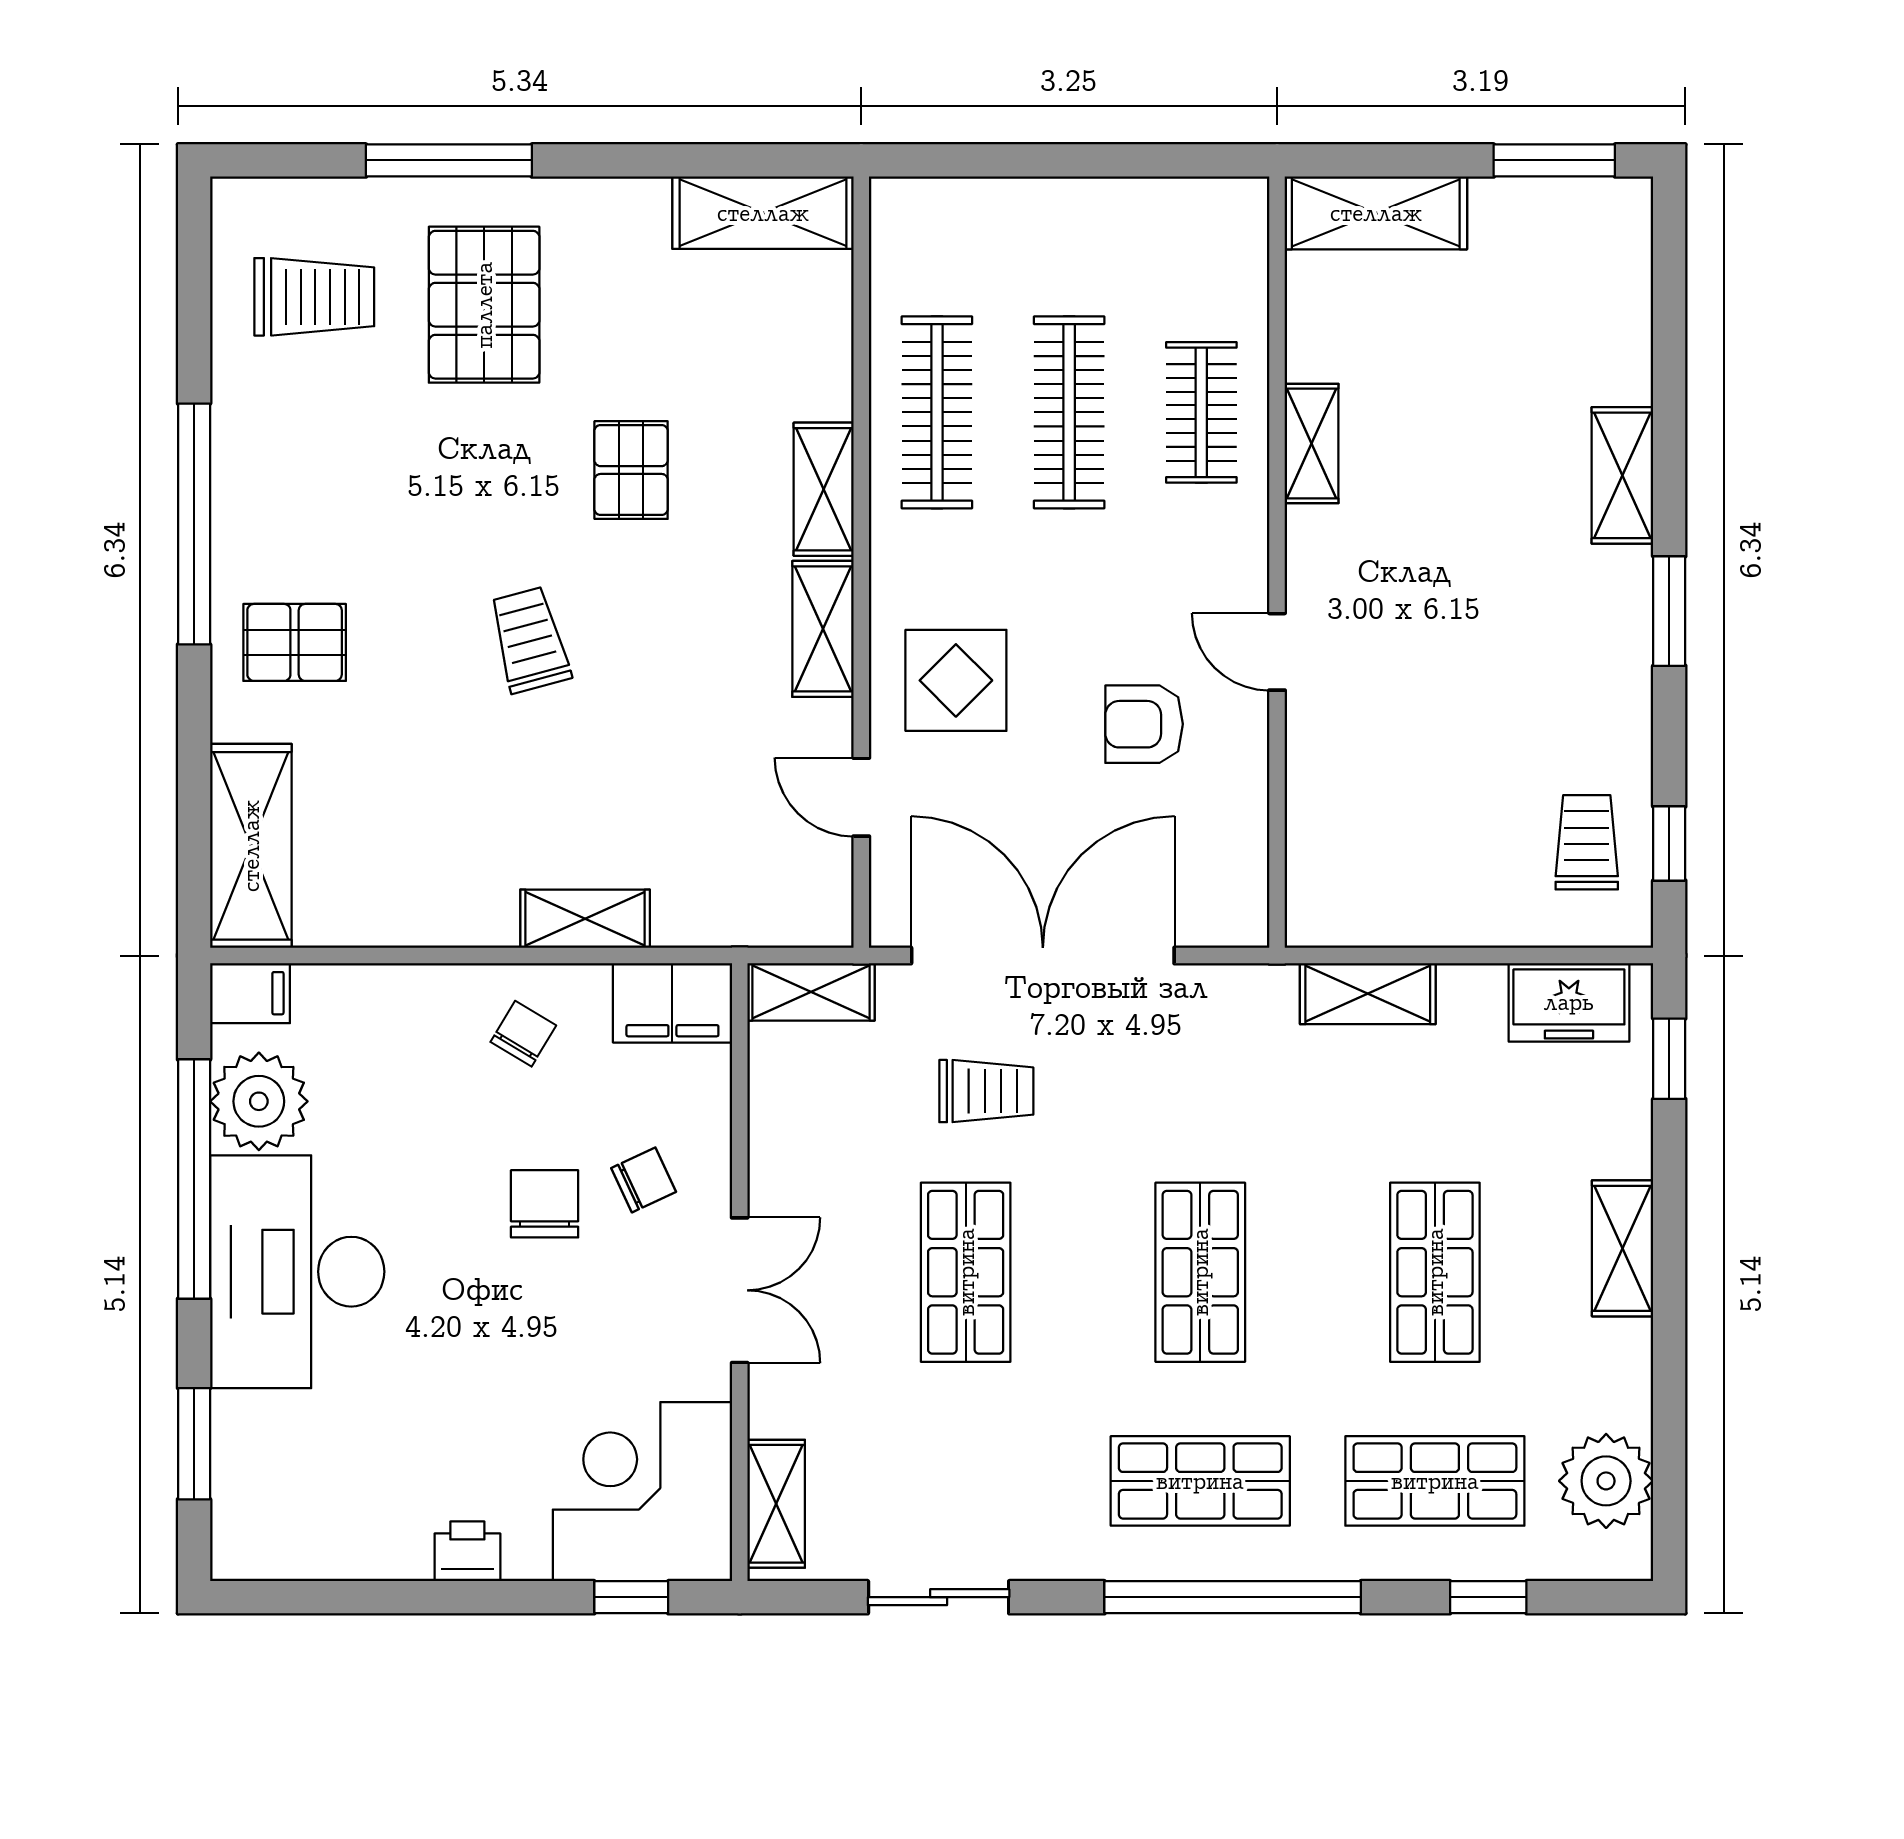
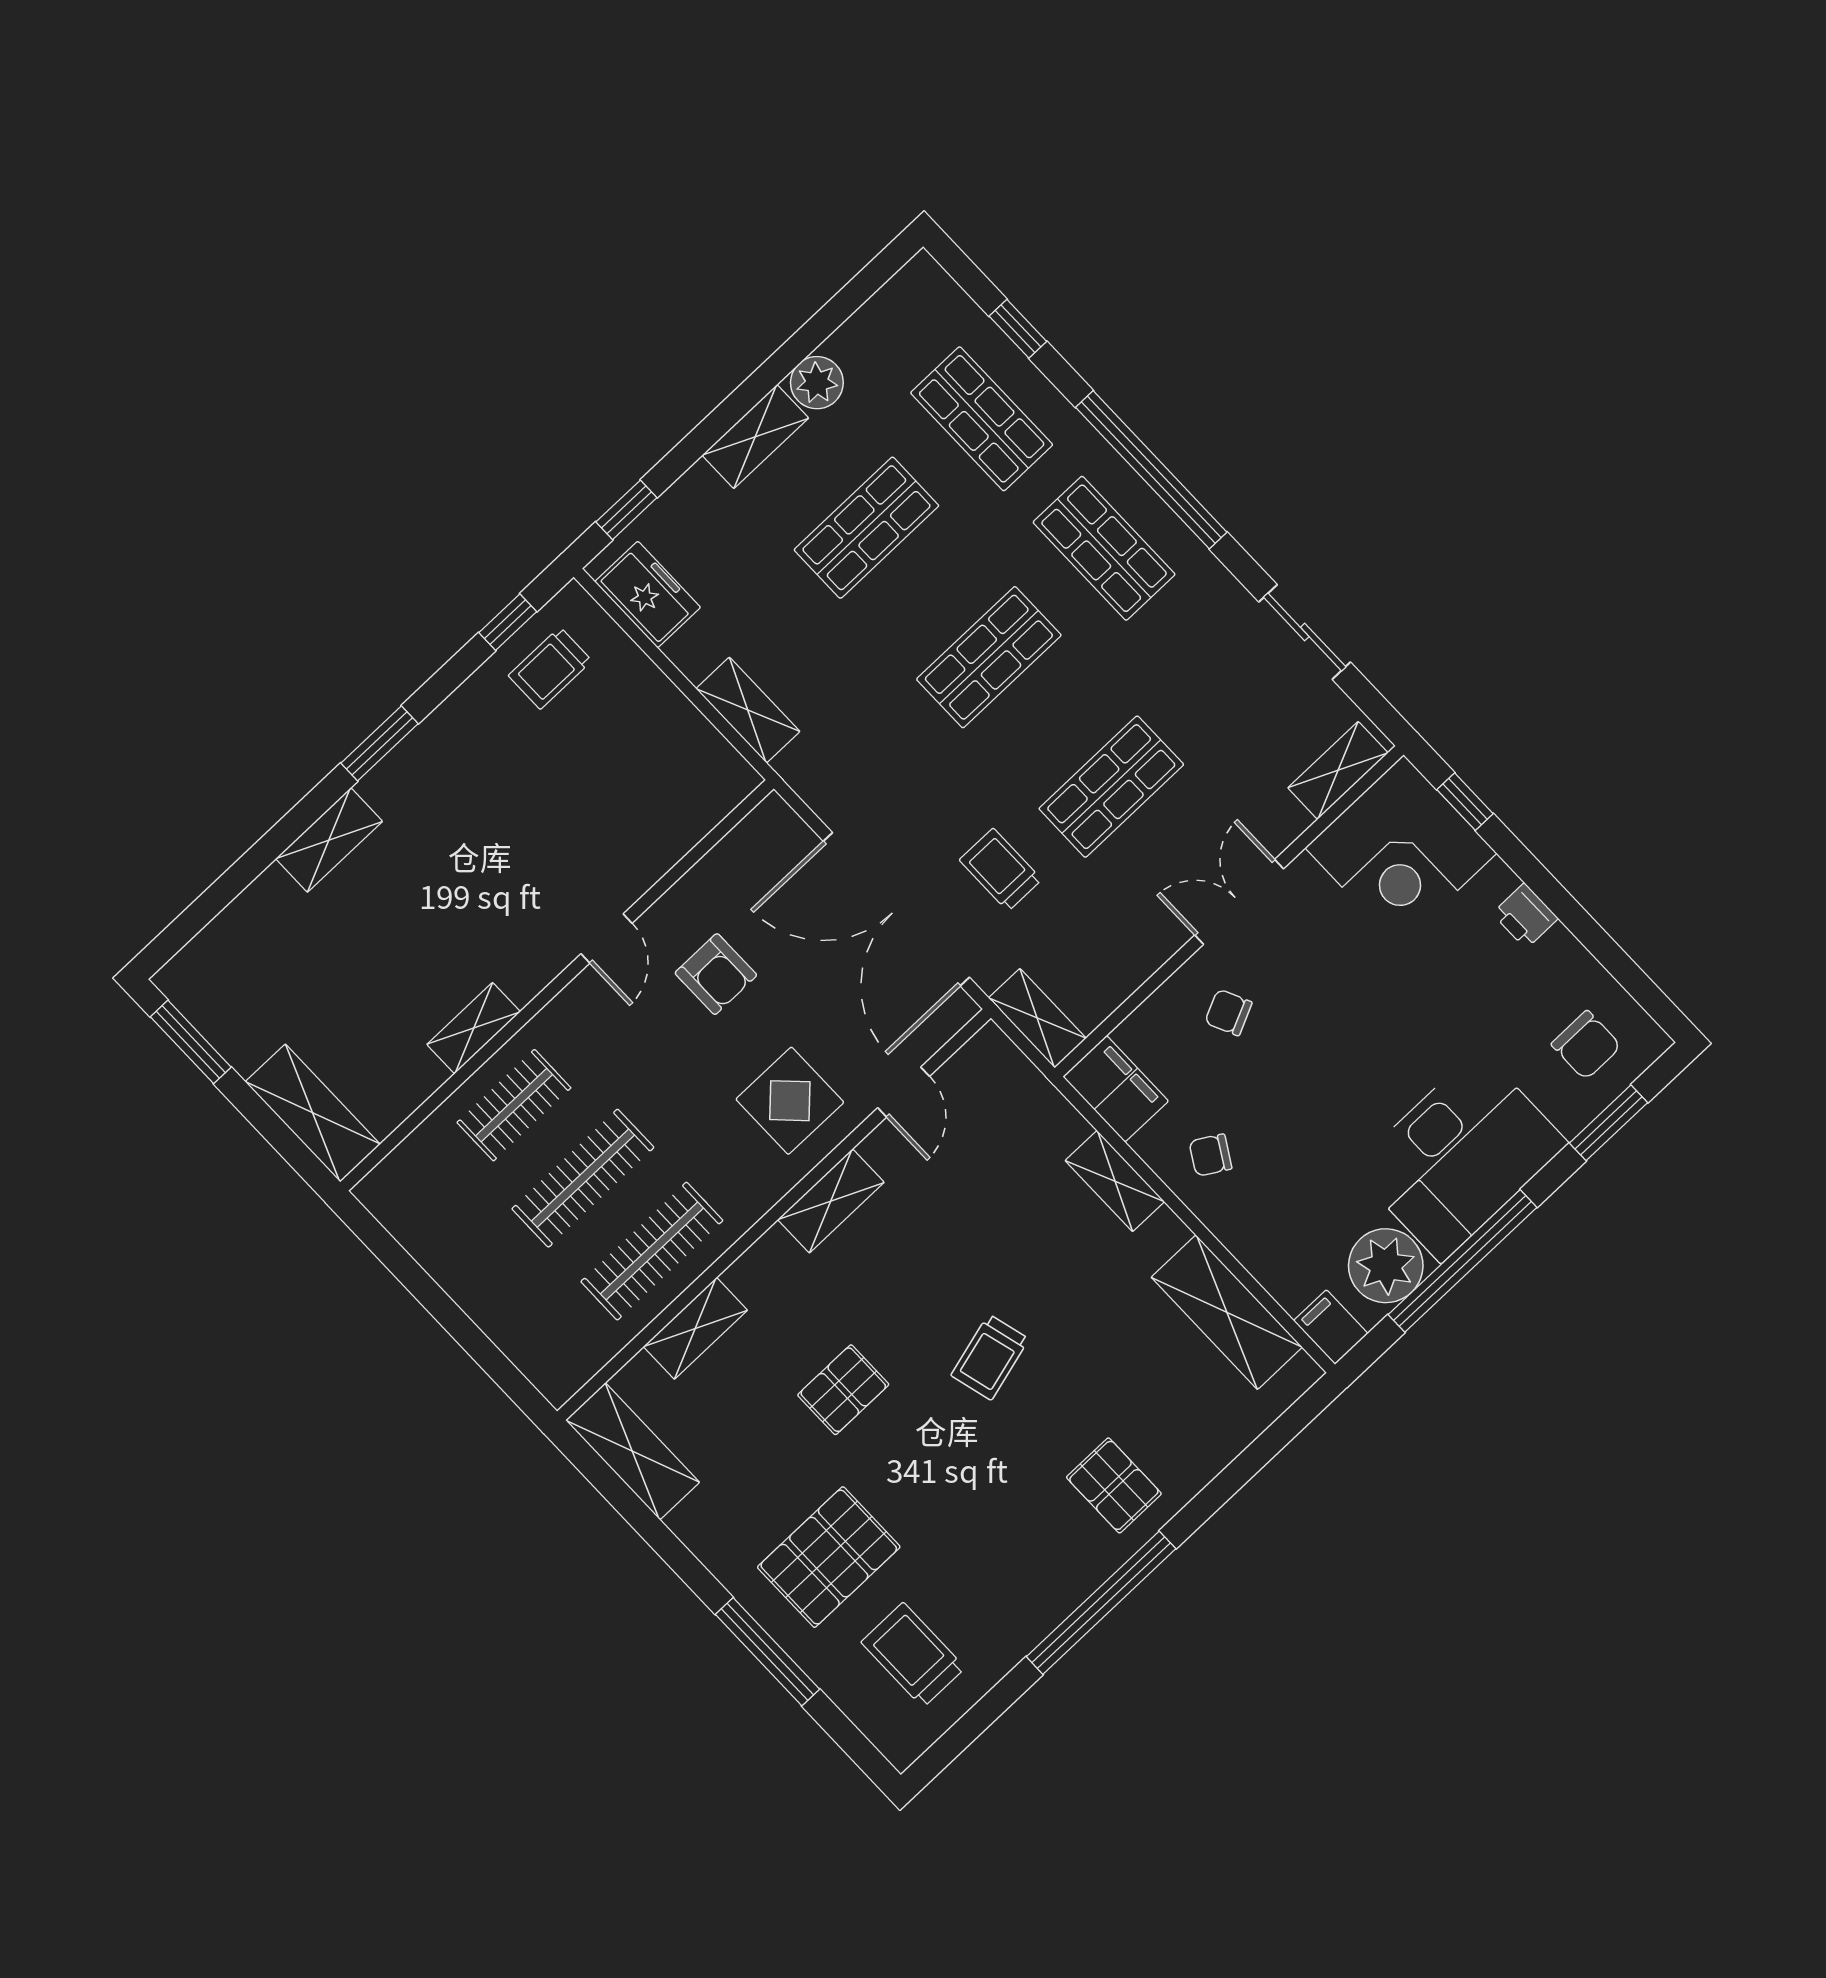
shelving: (824, 489) -> (695, 1328), moved
shelving: (251, 846) -> (1227, 1312), moved, turned 90
chair: (545, 1204) -> (1586, 1045), moved, turned -90
plant: (1606, 1481) -> (817, 383), moved, width x0.73, depth x0.73

